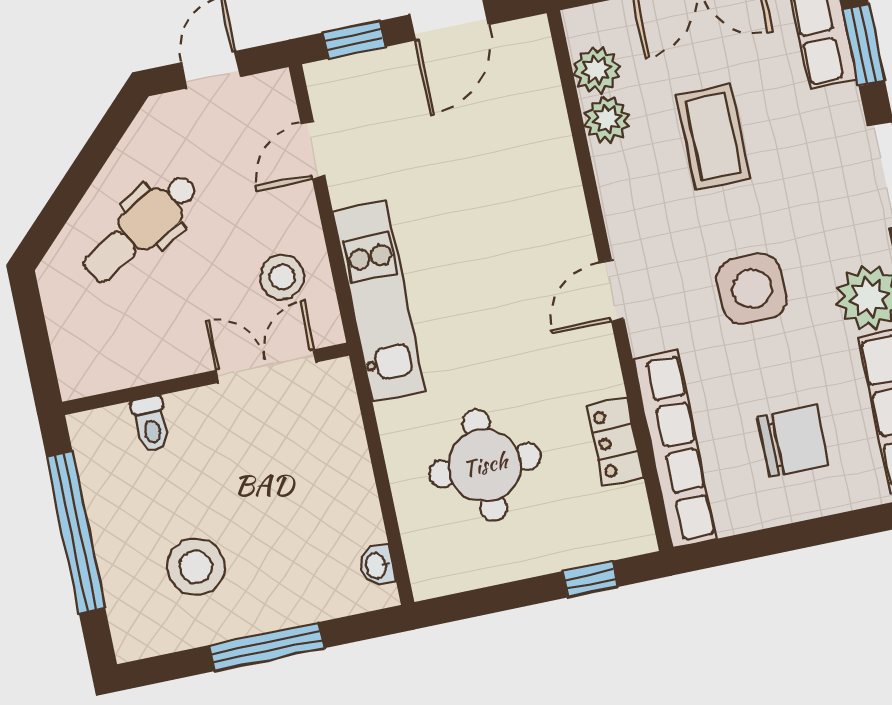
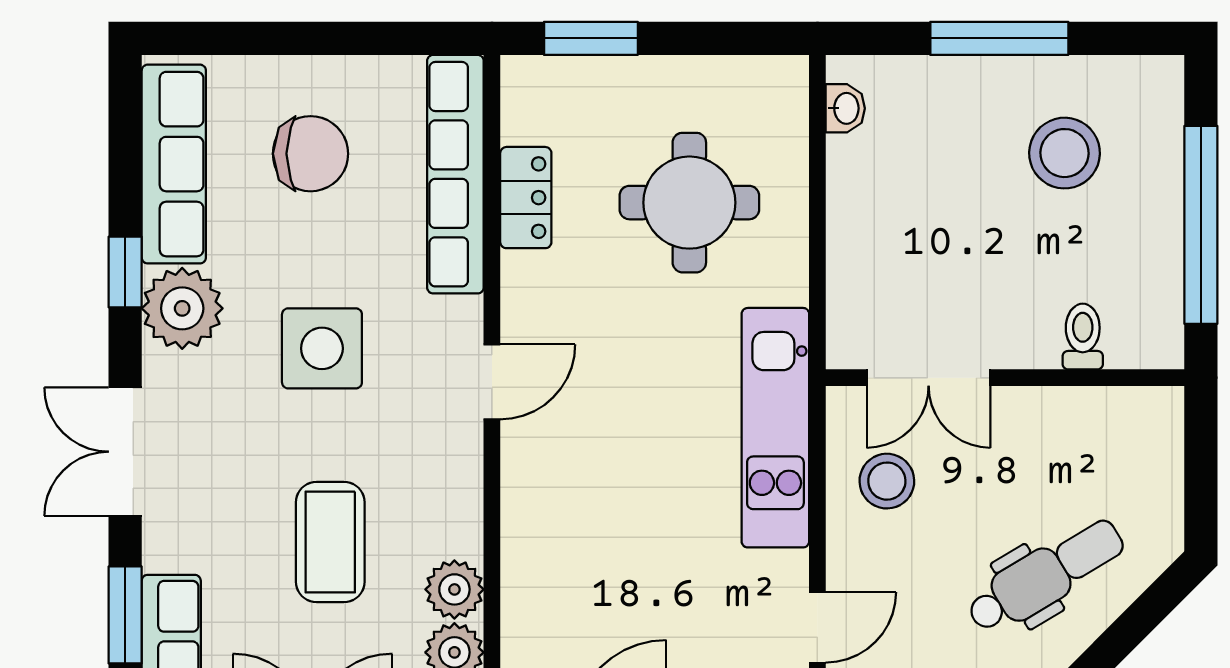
chair: (793, 441) -> (311, 154), turned 180
window: (590, 579) -> (591, 38), width x1.50

